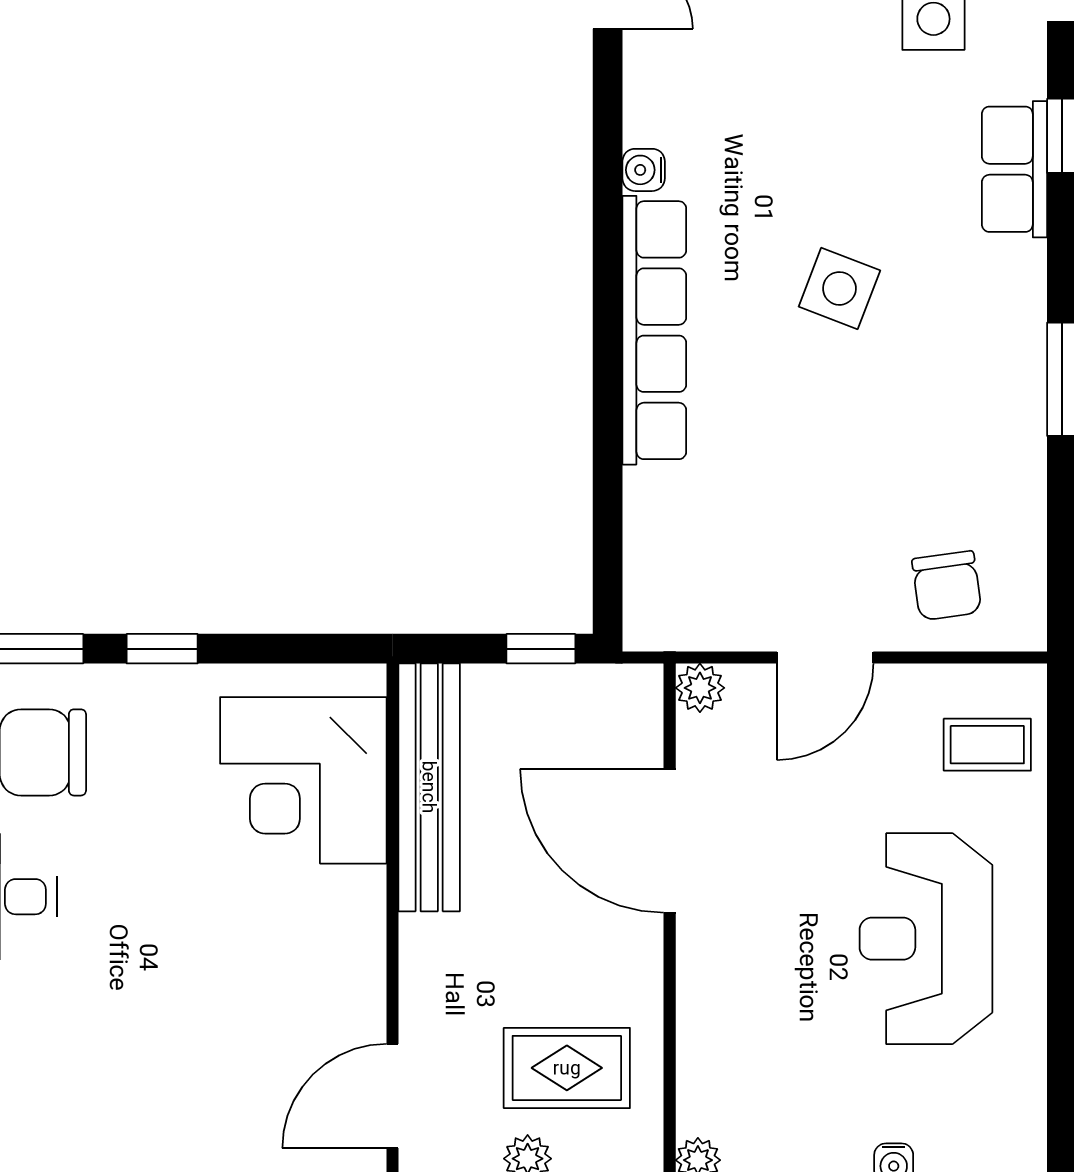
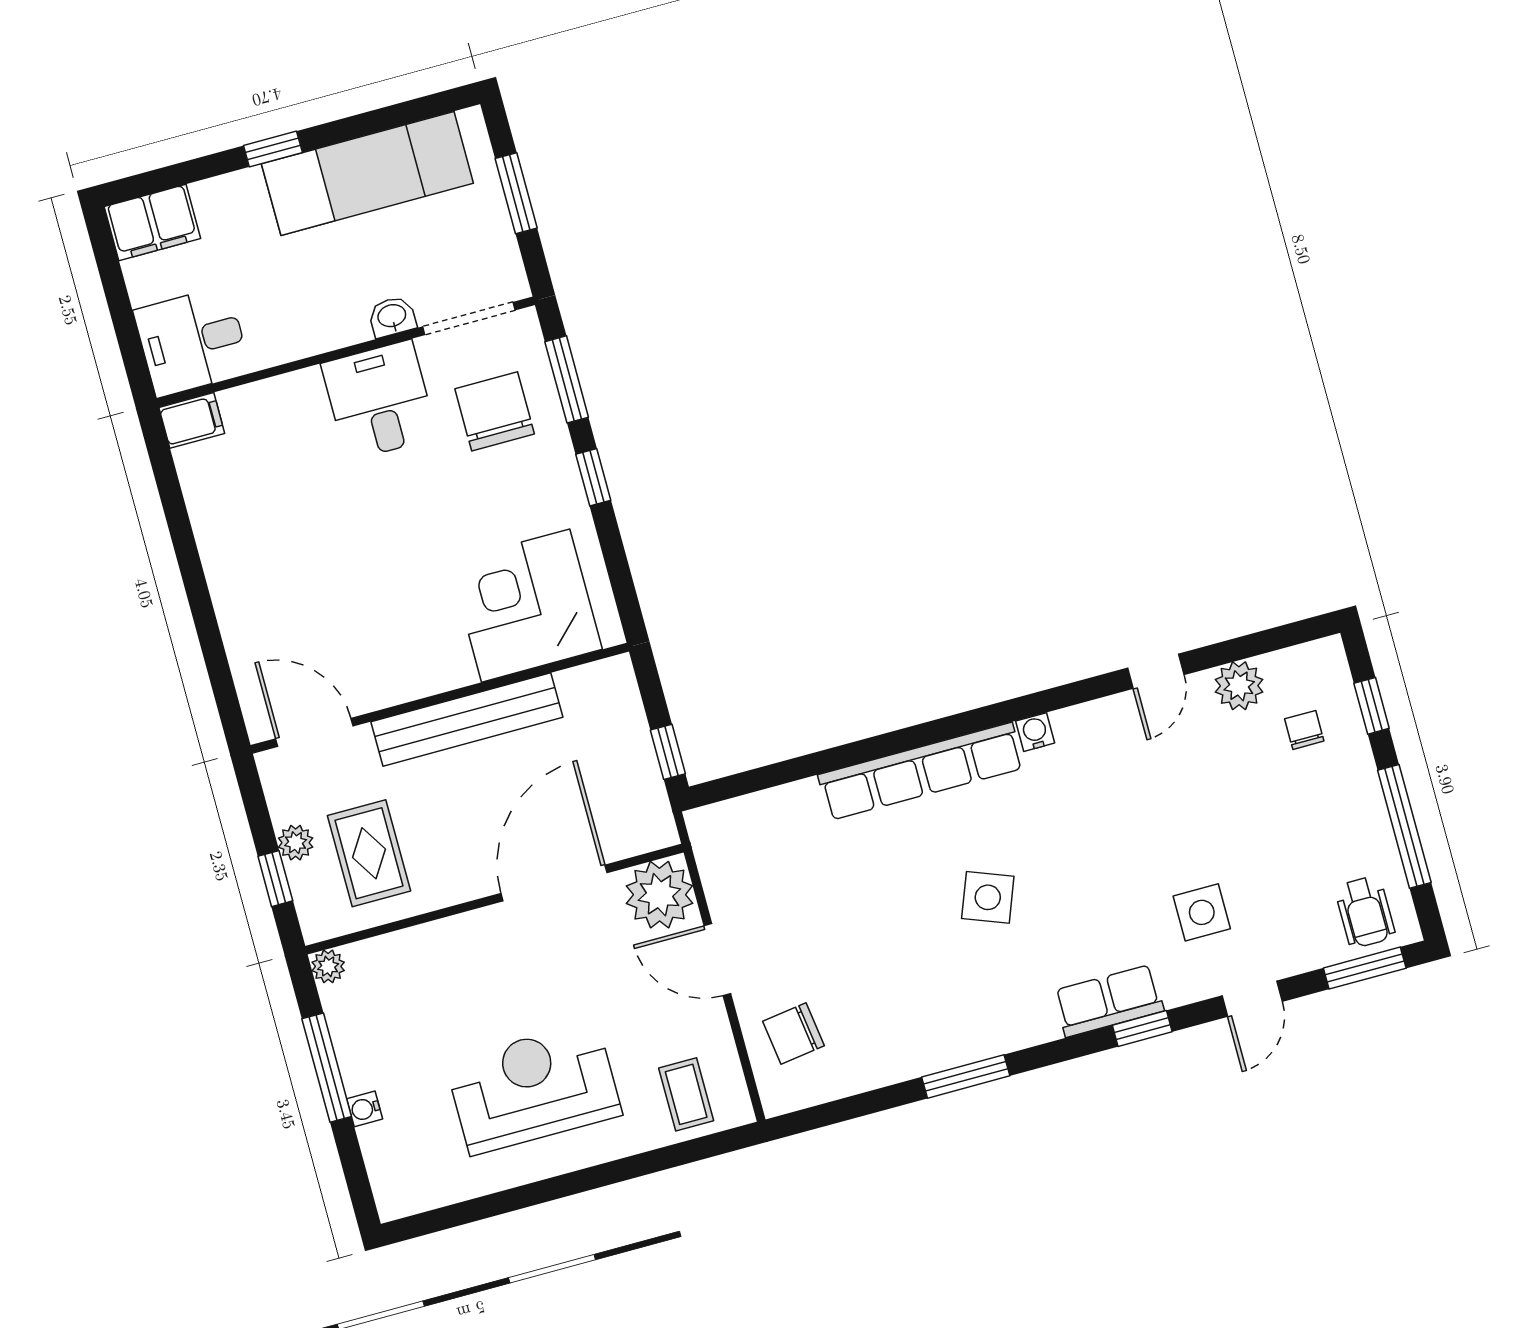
plant: (700, 688) -> (659, 895), width x1.88, depth x1.88
bench: (429, 787) -> (467, 719), moved

